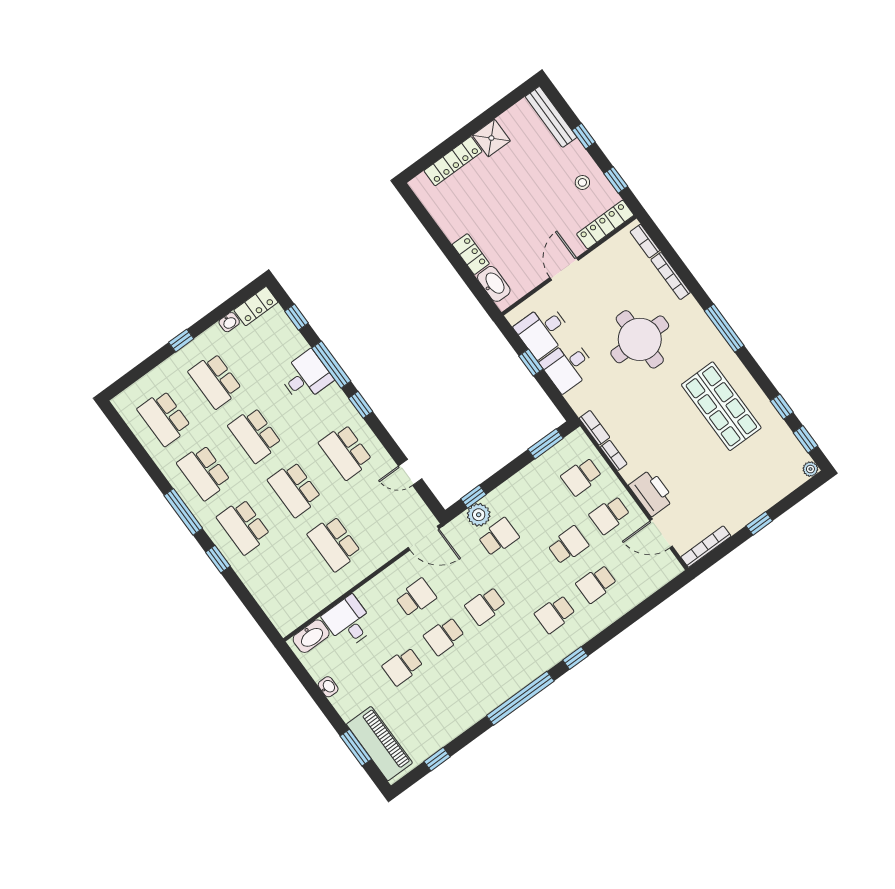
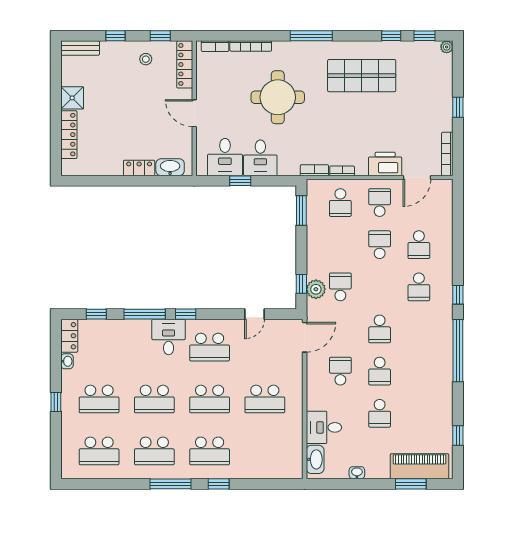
bench: (551, 117) -> (80, 48), width x0.73
desk: (306, 377) -> (169, 337), moved
school desk: (610, 515) -> (380, 203), turned 180

